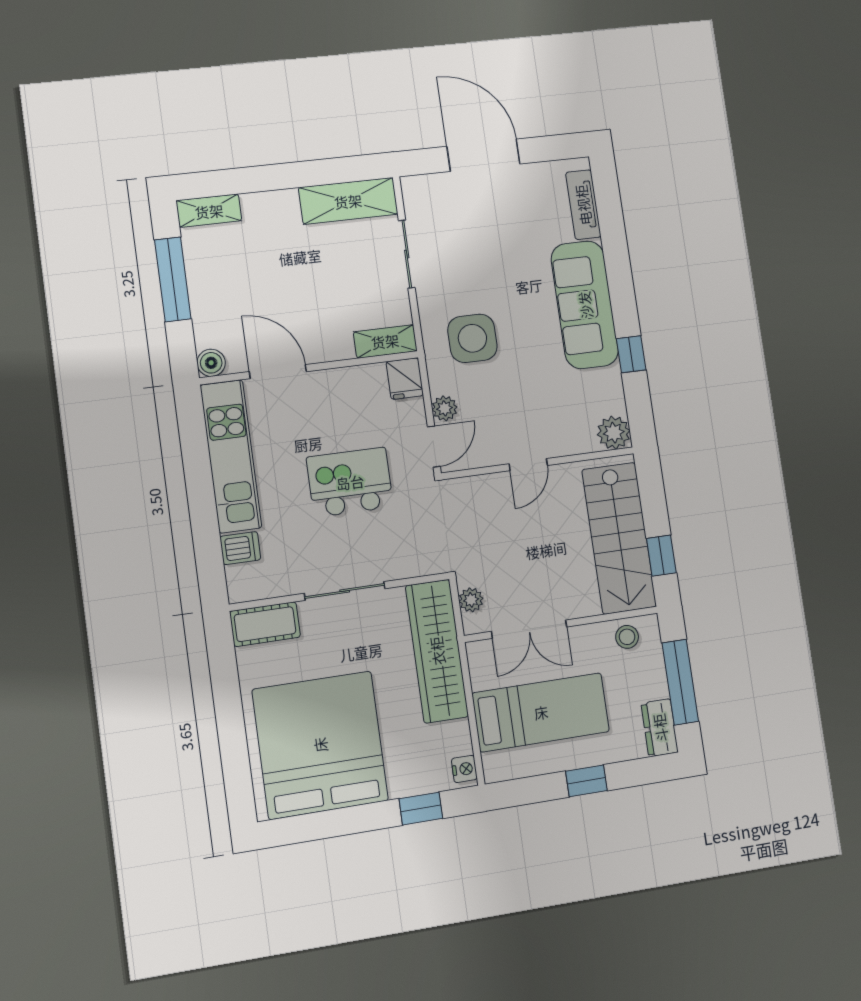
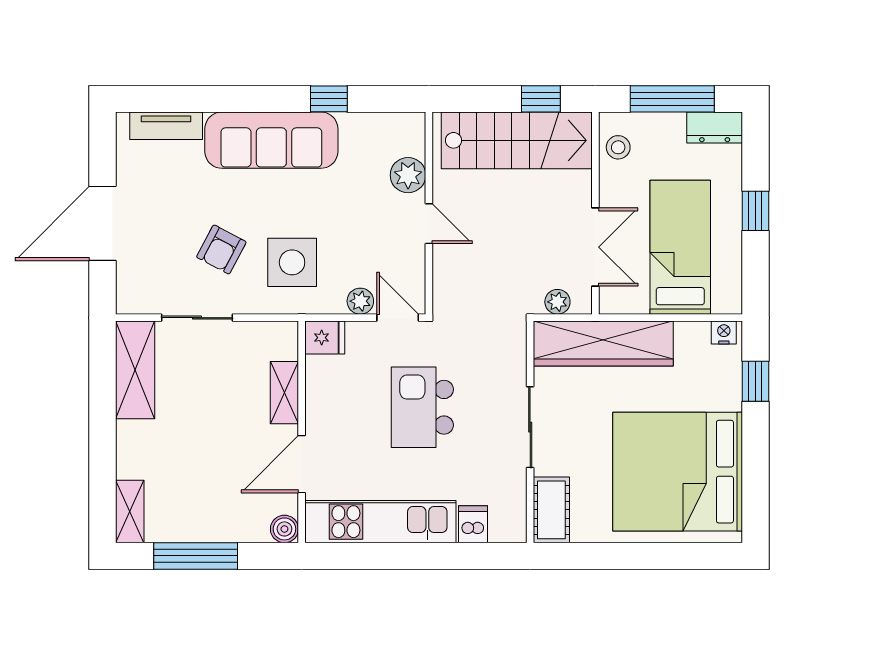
armchair: (475, 270) -> (221, 249), added
shelving: (385, 341) -> (284, 393), moved
plant: (614, 433) -> (408, 175), moved

